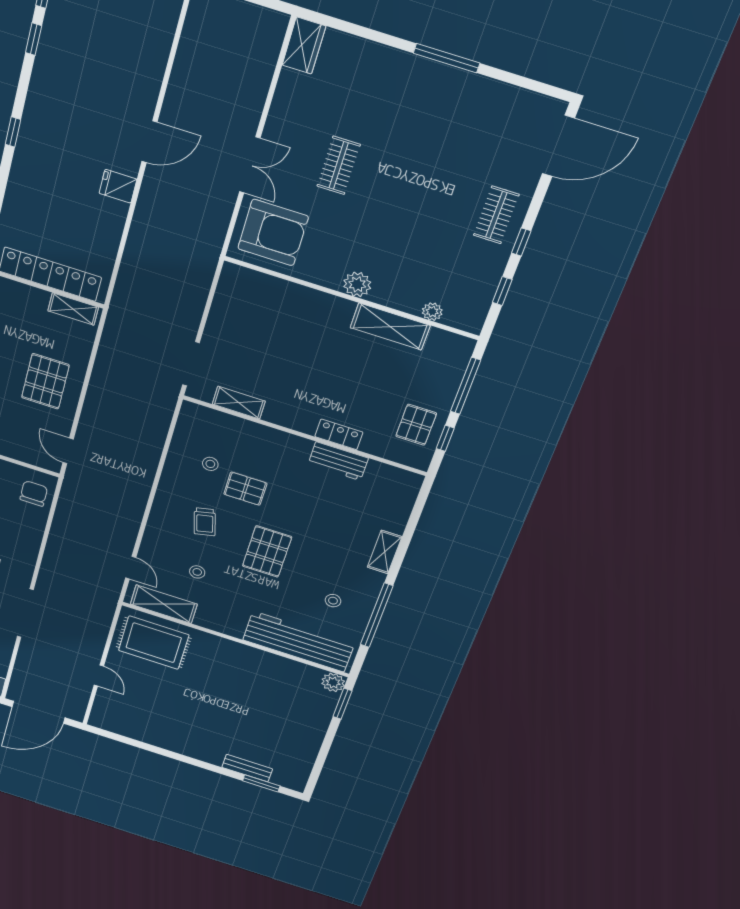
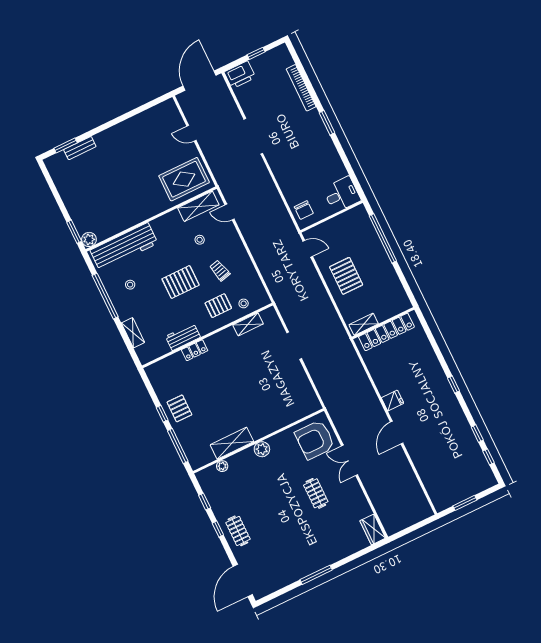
shelving: (239, 403) -> (248, 324), moved
locker: (339, 434) -> (195, 350), moved
wall: (305, 436) -> (207, 335), moved
workbench: (338, 461) -> (183, 337), moved
pallet: (267, 551) -> (181, 282), turned 90

